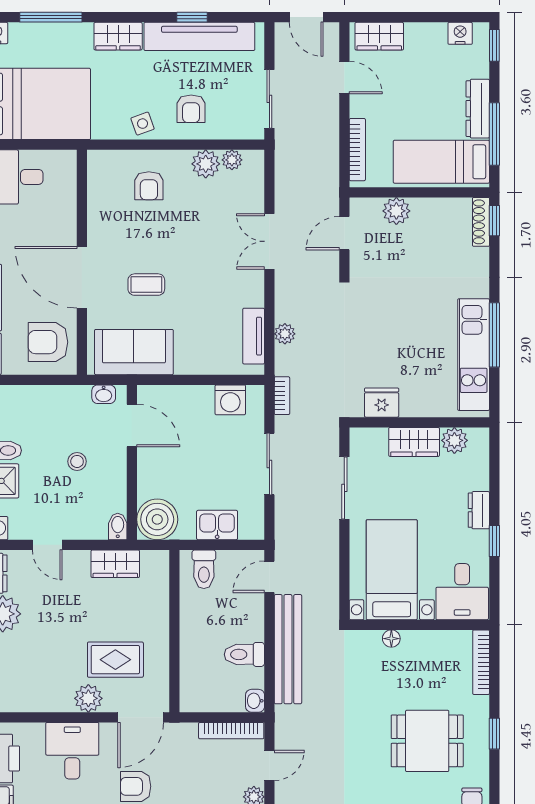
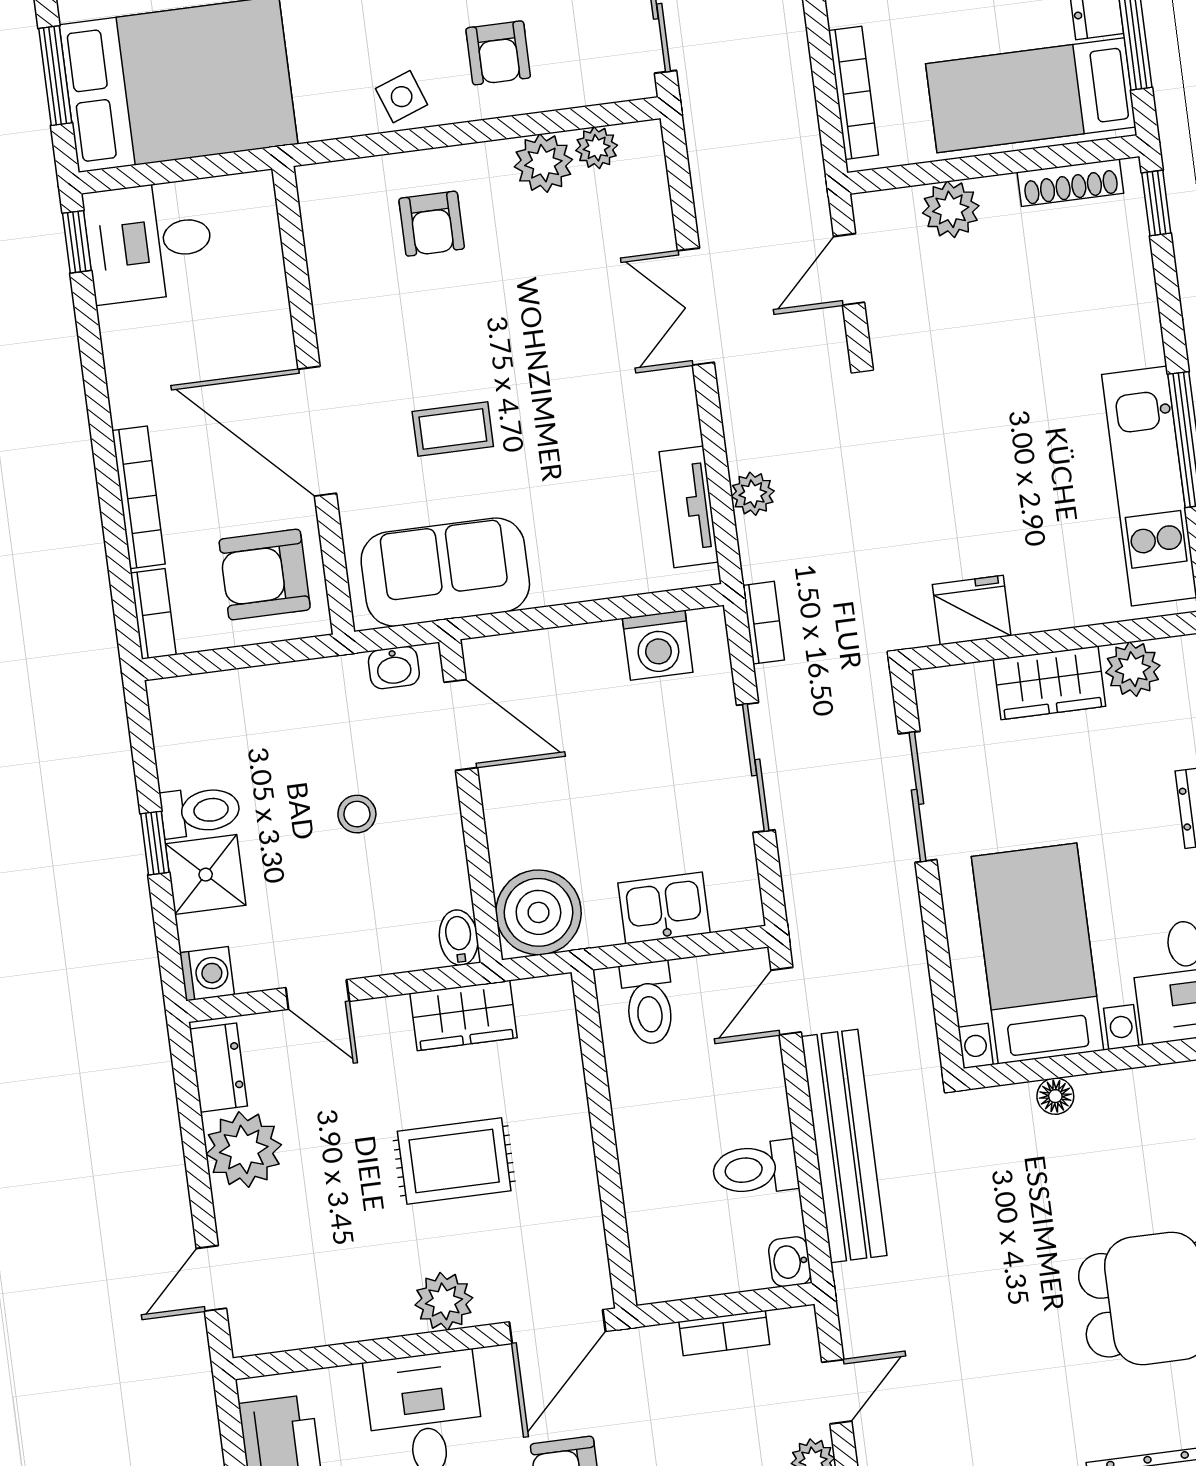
shoe rack: (481, 222) -> (1070, 183), moved, turned -90
rug: (115, 660) -> (454, 1161), moved
bookcase: (231, 731) -> (724, 1333), width x0.64

